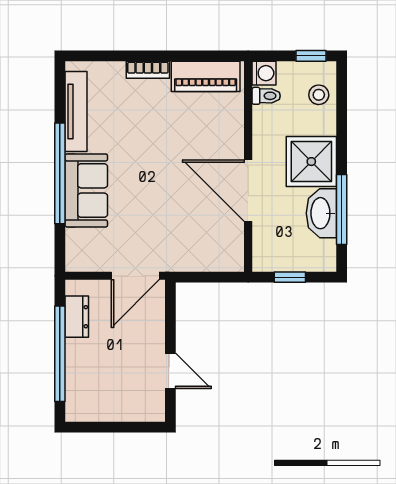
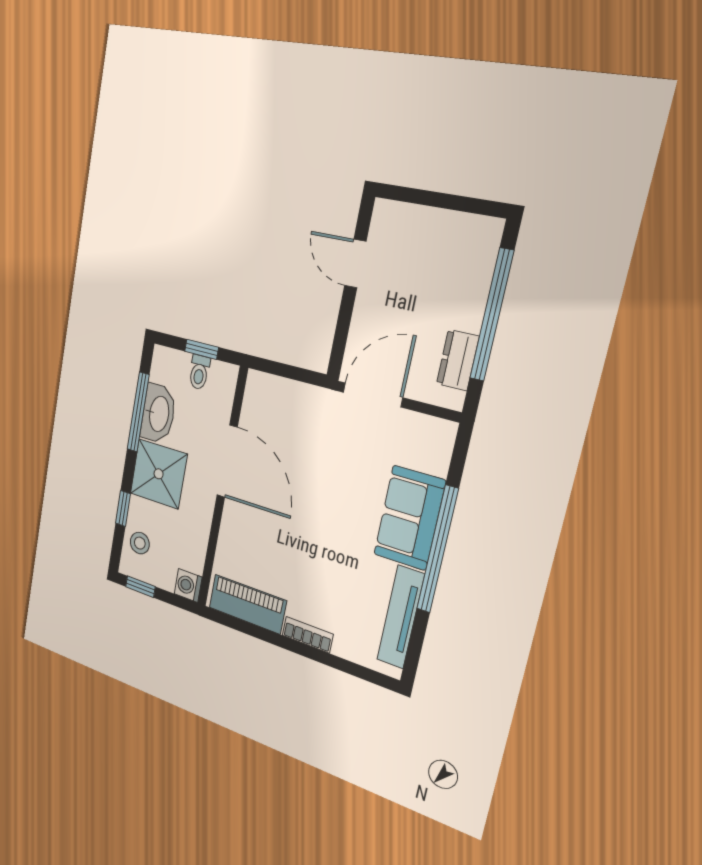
toilet: (266, 96) -> (199, 372), moved, turned -90
window: (342, 120) -> (123, 508), added

